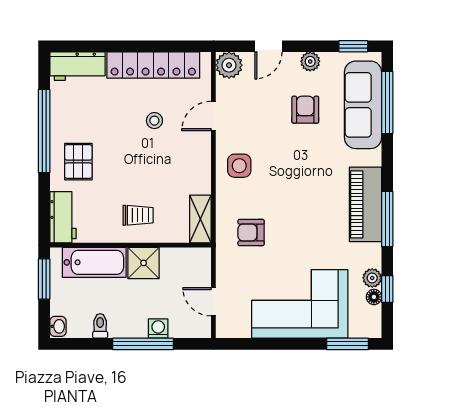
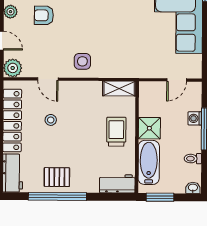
pallet: (78, 162) -> (57, 177), moved
trolley: (138, 215) -> (116, 132), width x1.36, depth x1.39
armchair: (251, 232) -> (129, 54), removed

